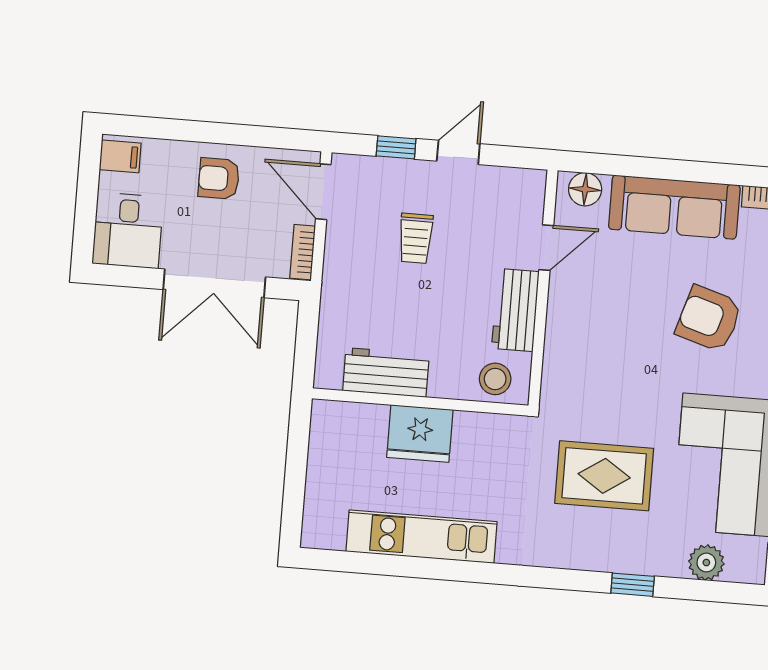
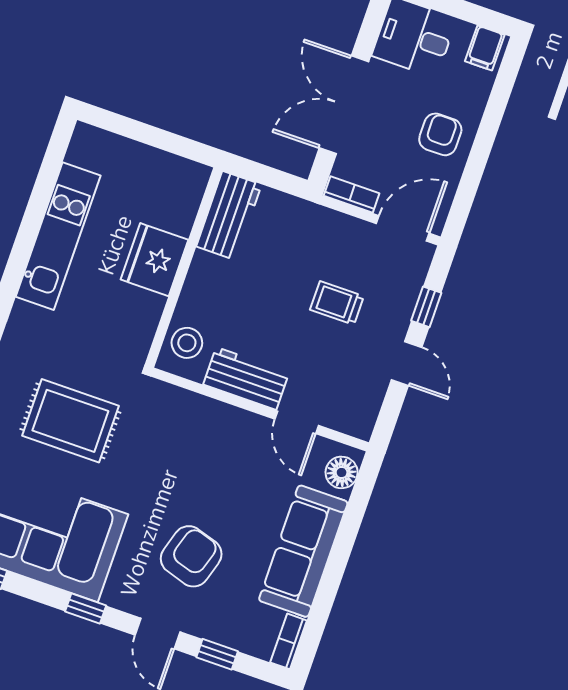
workbench: (386, 372) -> (229, 216), moved
rug: (604, 476) -> (70, 421), turned 90

